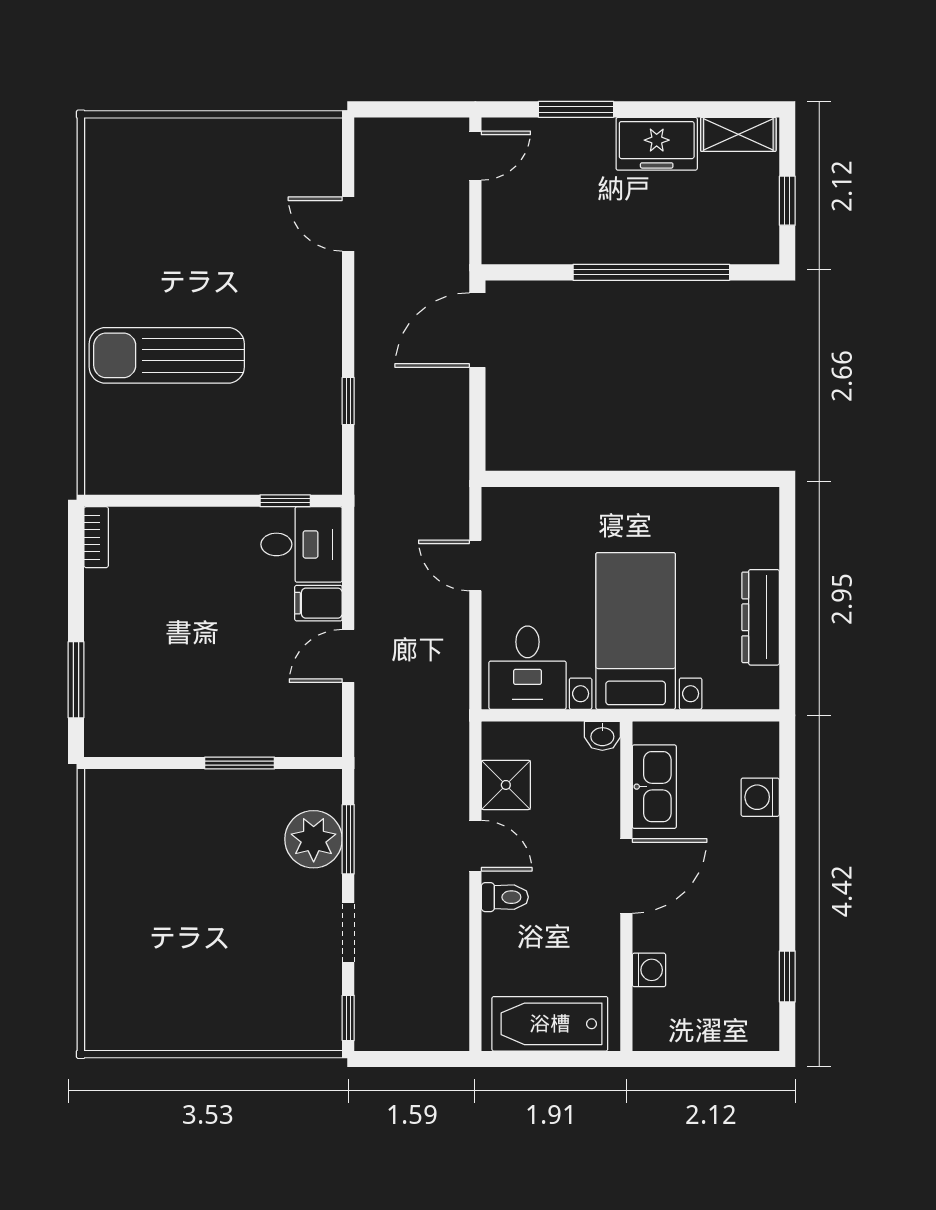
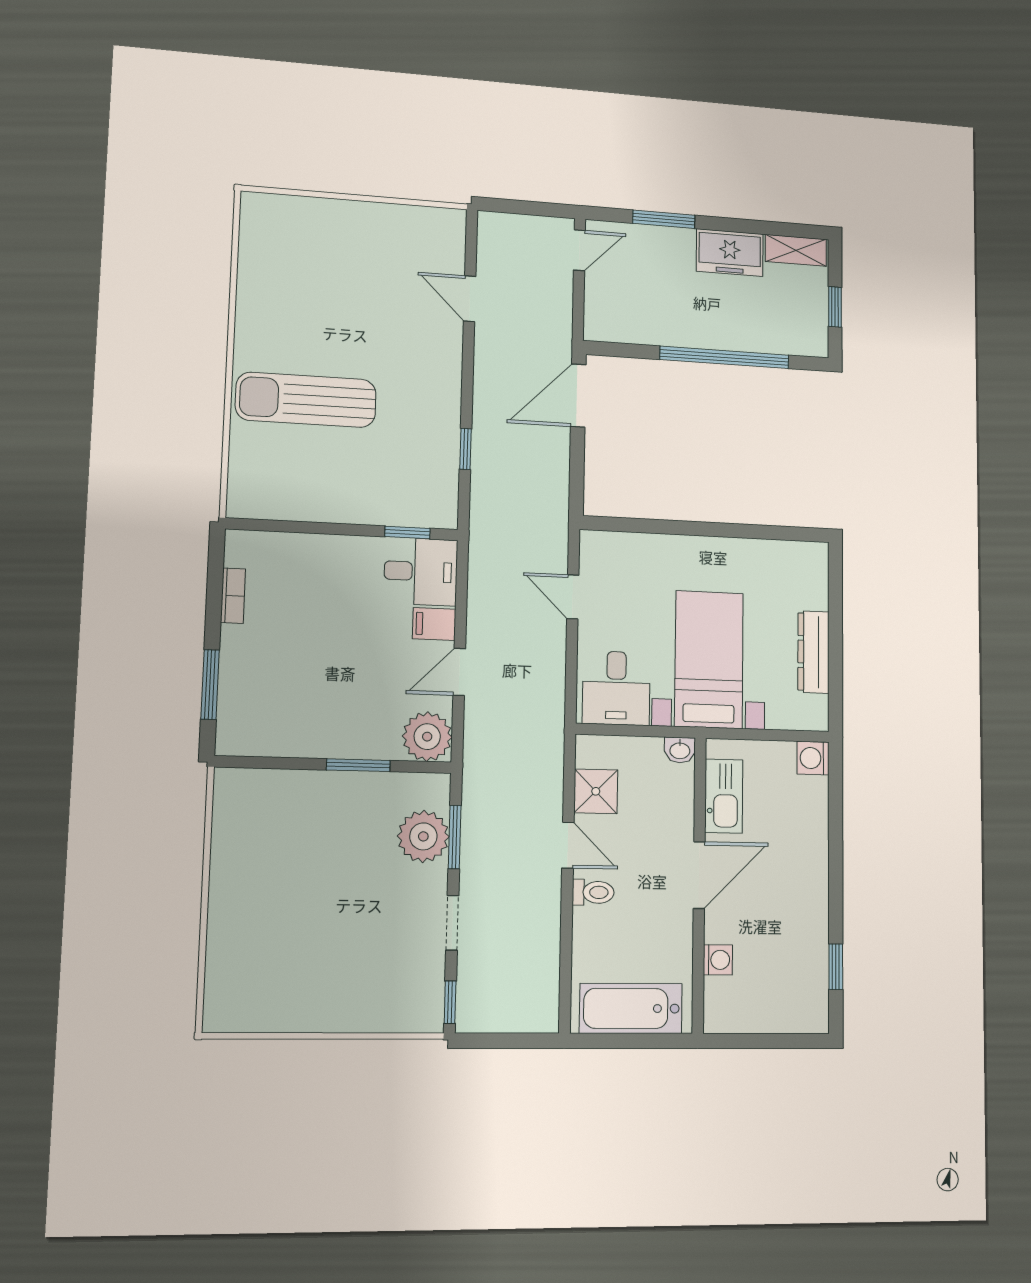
bookcase: (96, 537) -> (233, 596), moved
plant: (314, 729) -> (427, 737), added
washing machine: (760, 797) -> (813, 758), moved

